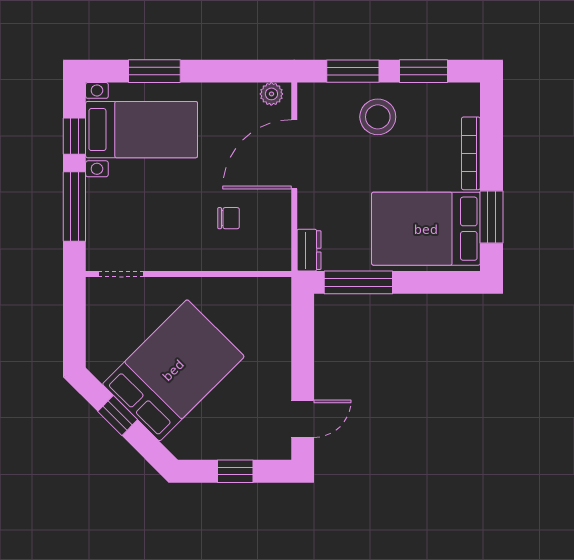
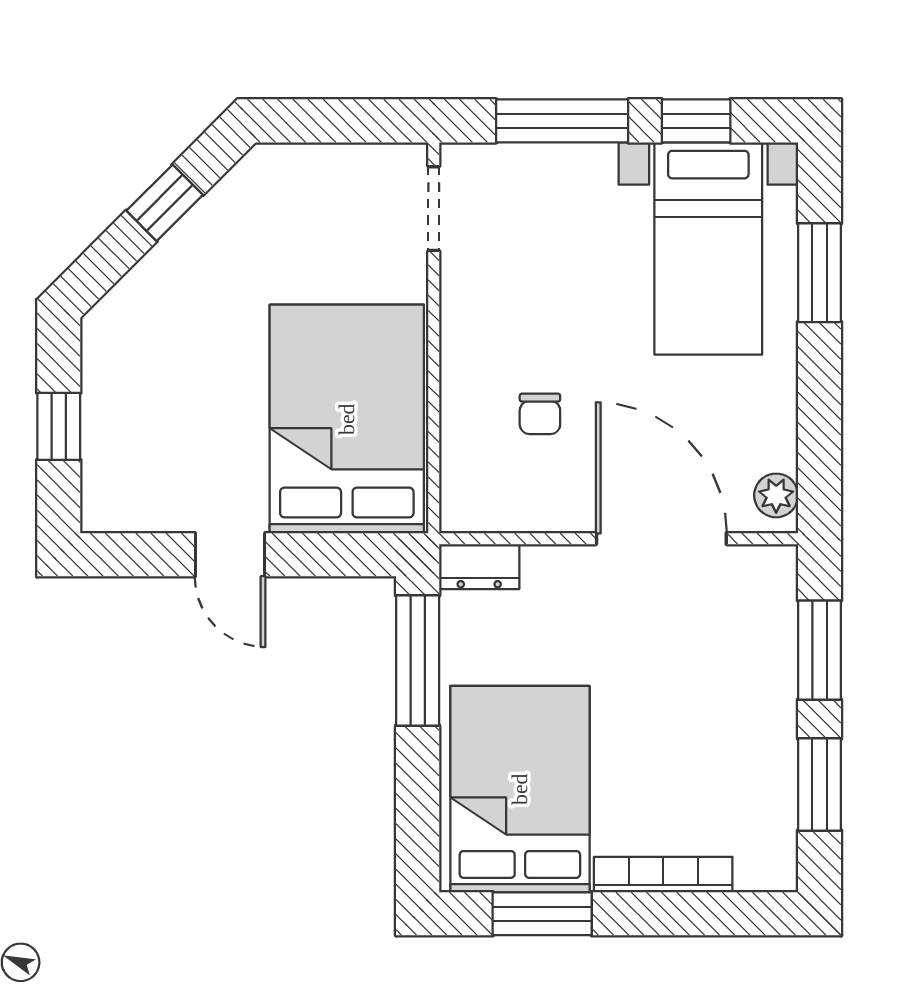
stool: (378, 117) -> (733, 698), removed
bed: (173, 370) -> (347, 419), moved, turned -135
door: (303, 419) -> (230, 555), moved

